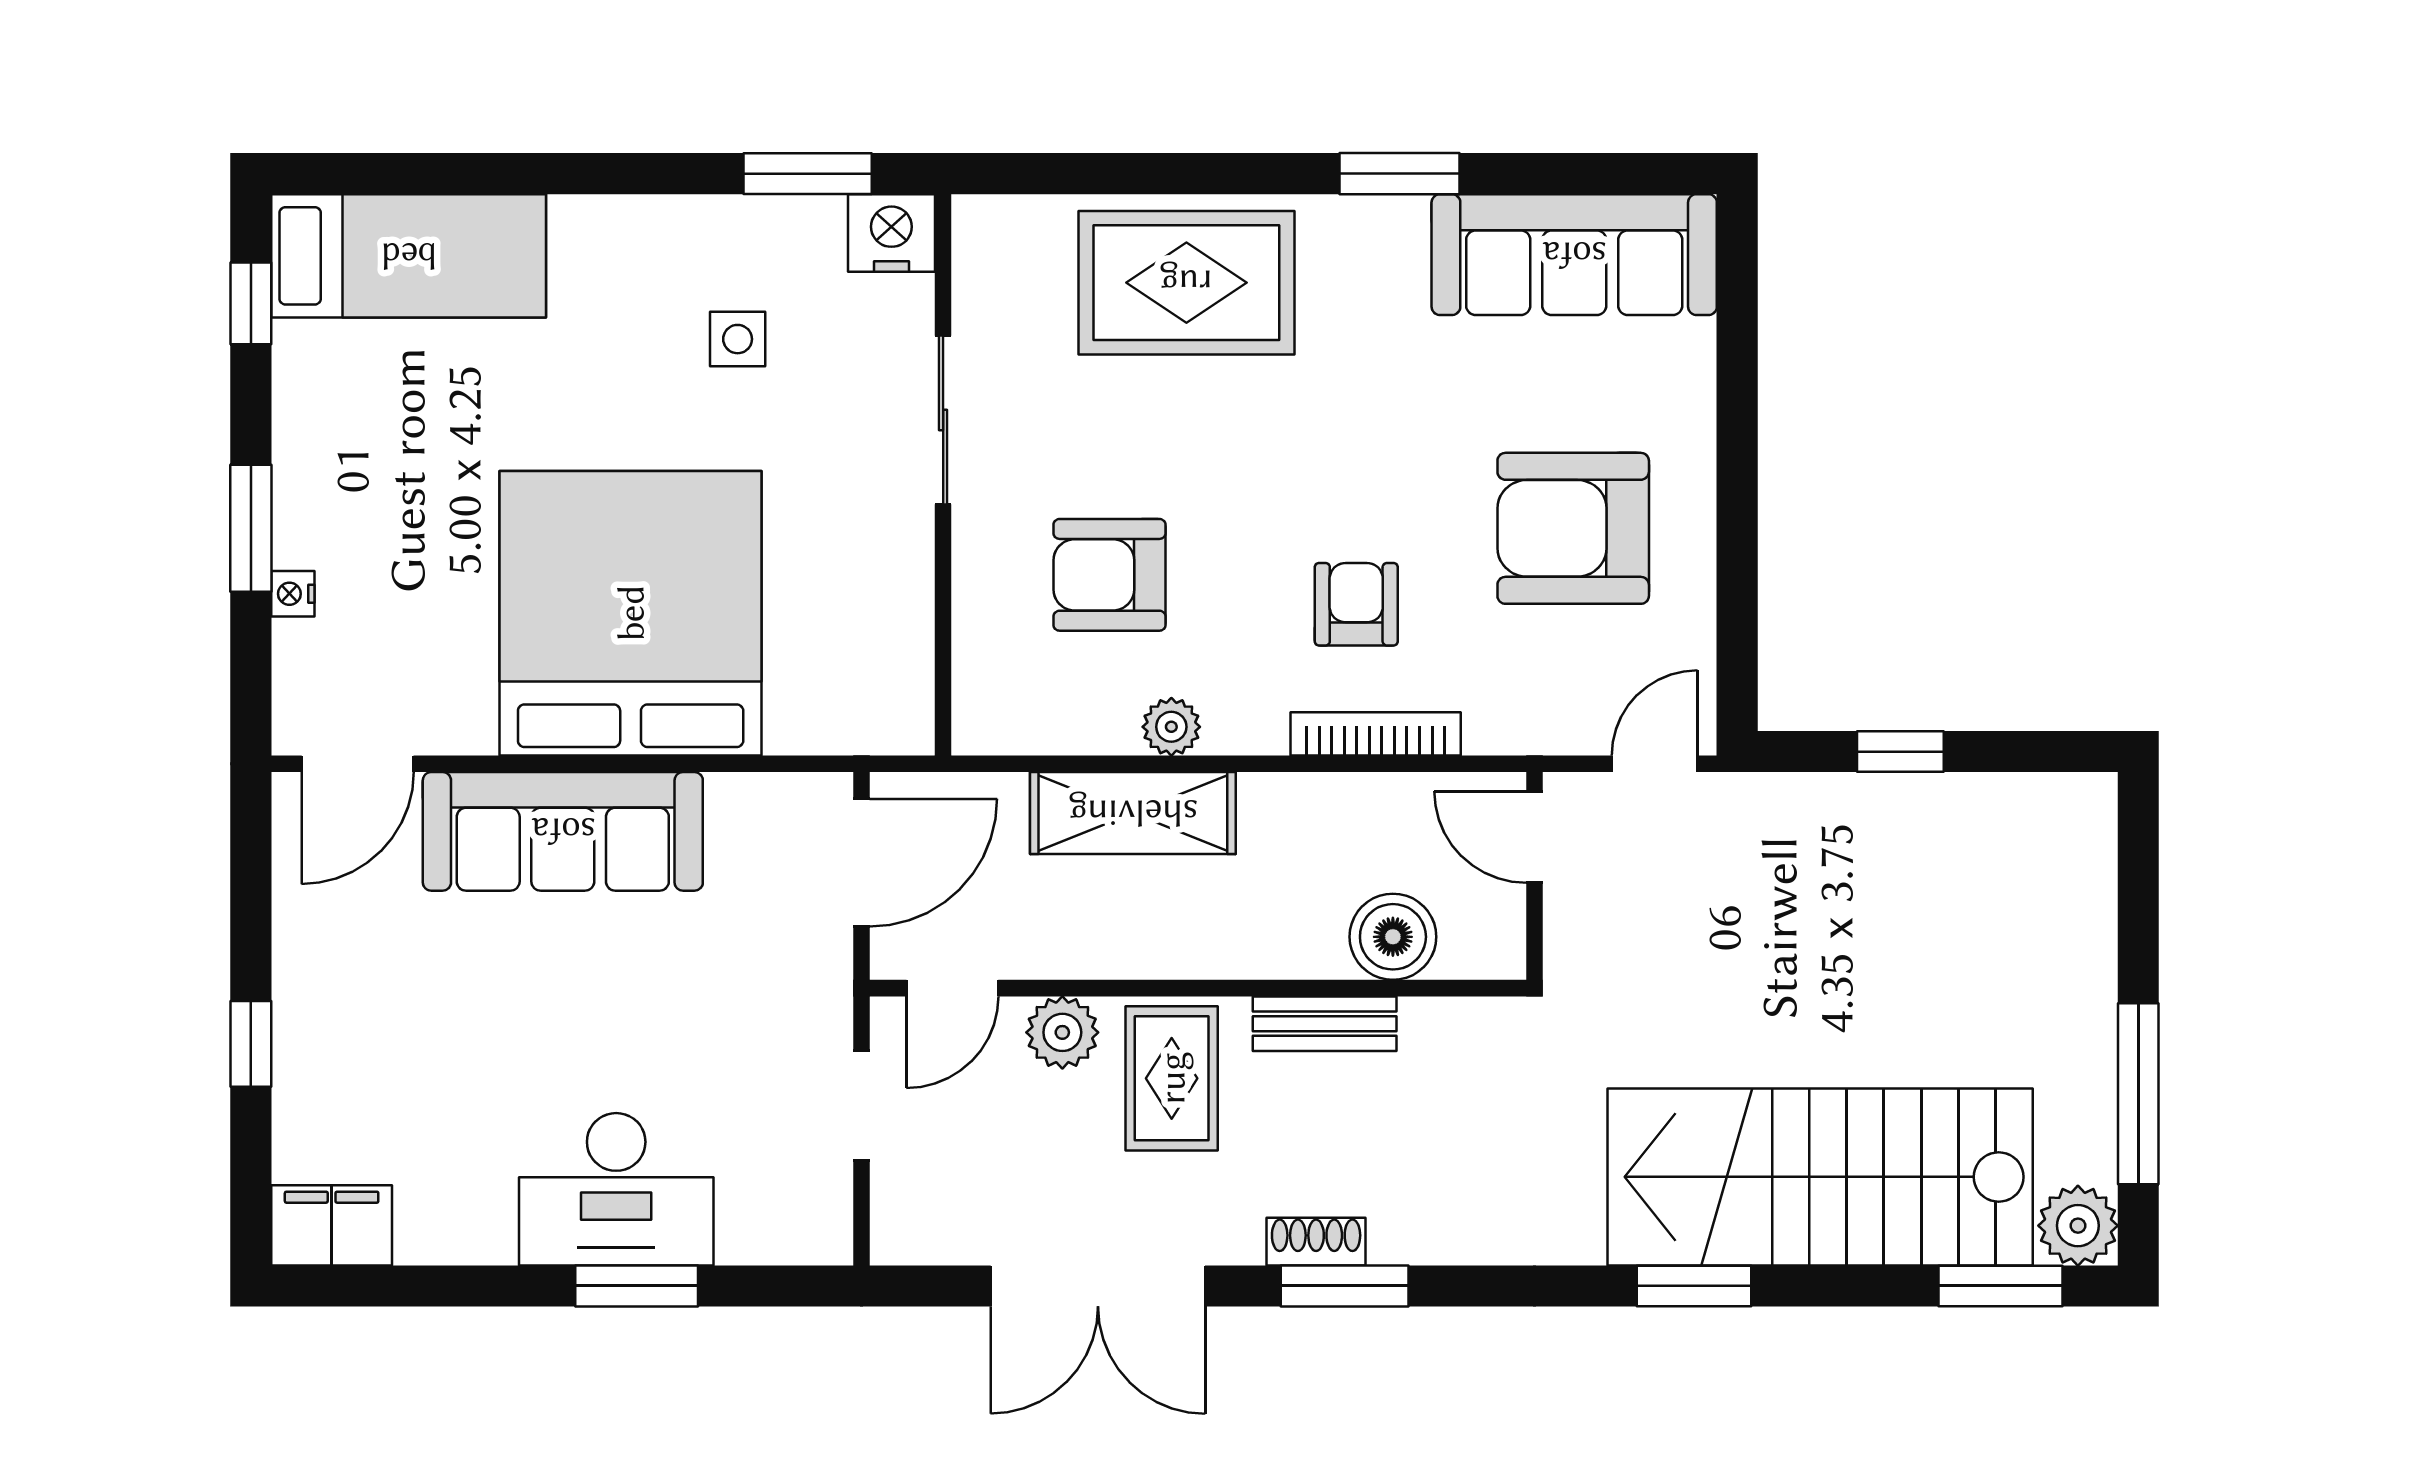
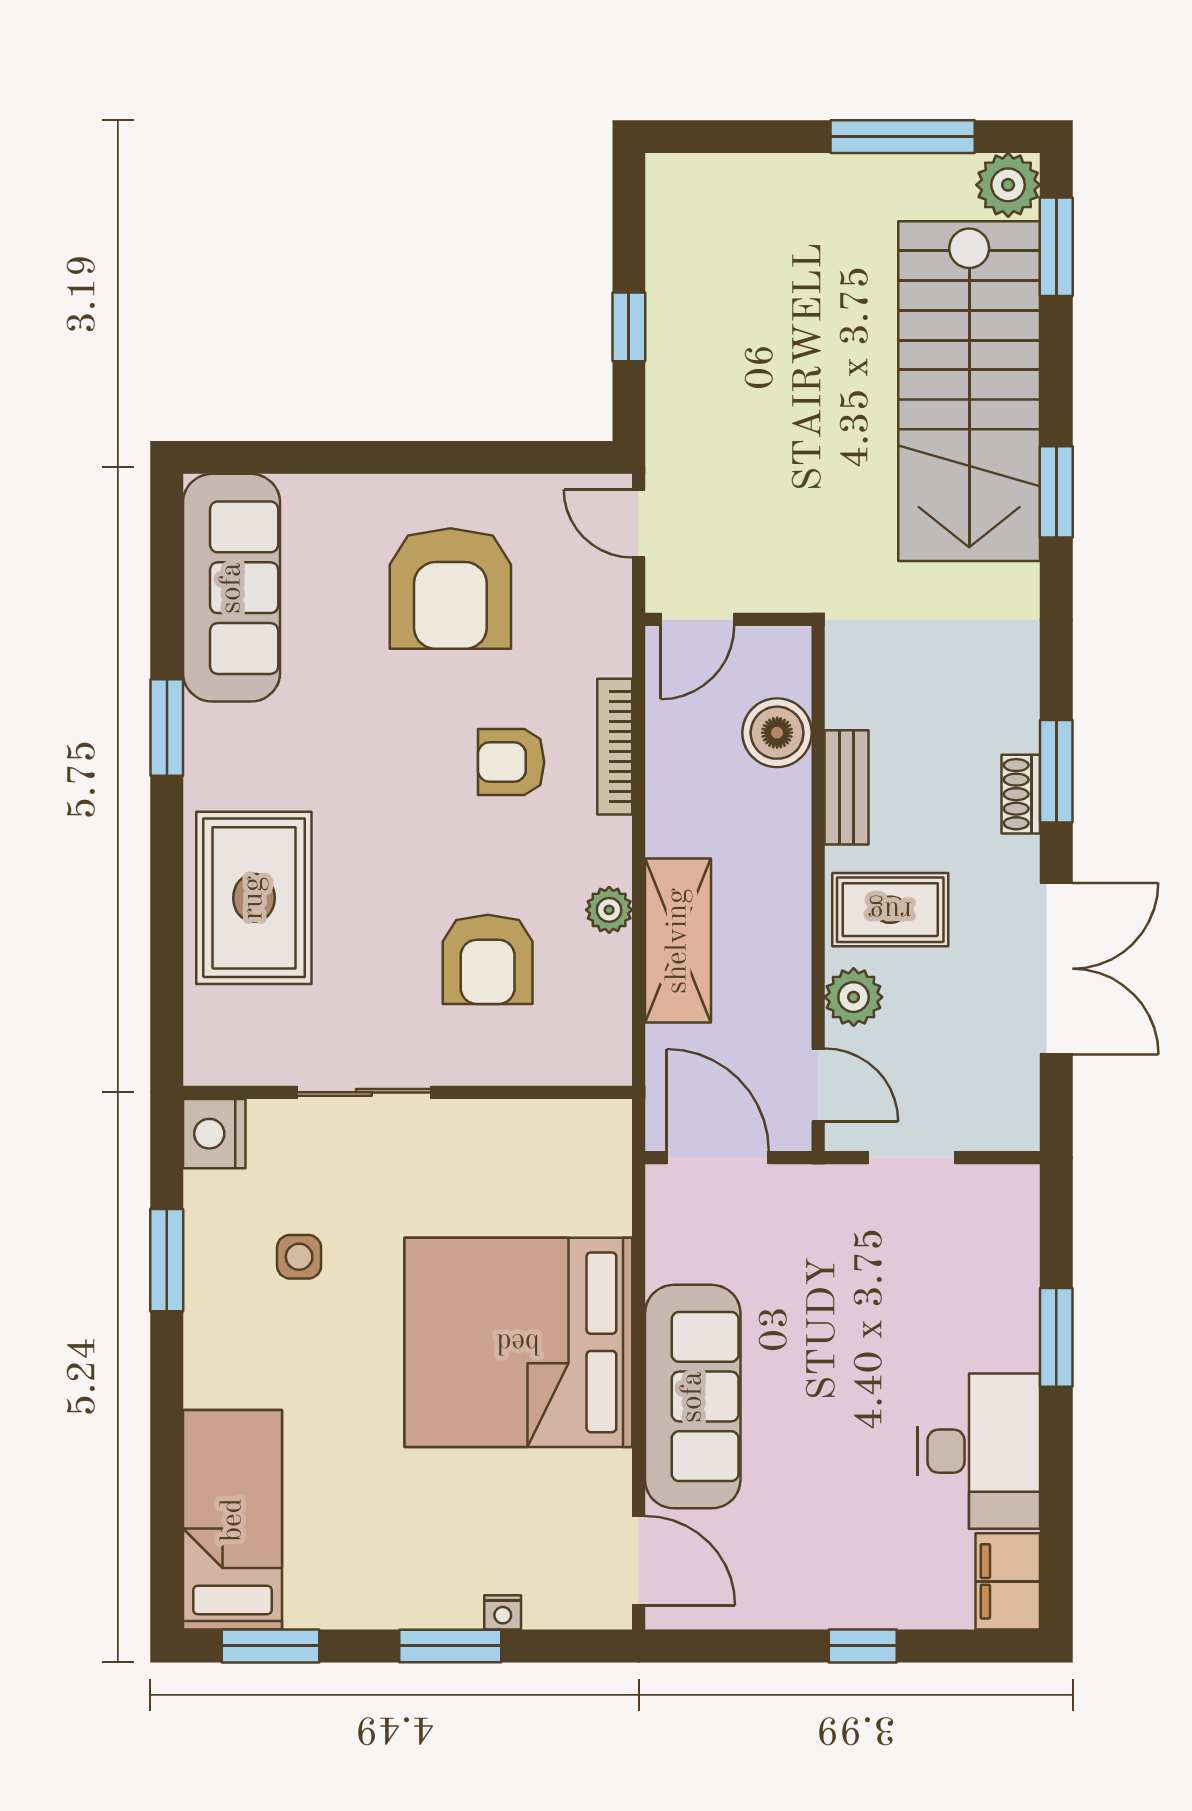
window: (808, 174) -> (167, 1260), moved
window: (251, 303) -> (270, 1646), width x1.50
desk: (616, 1189) -> (979, 1451), moved

